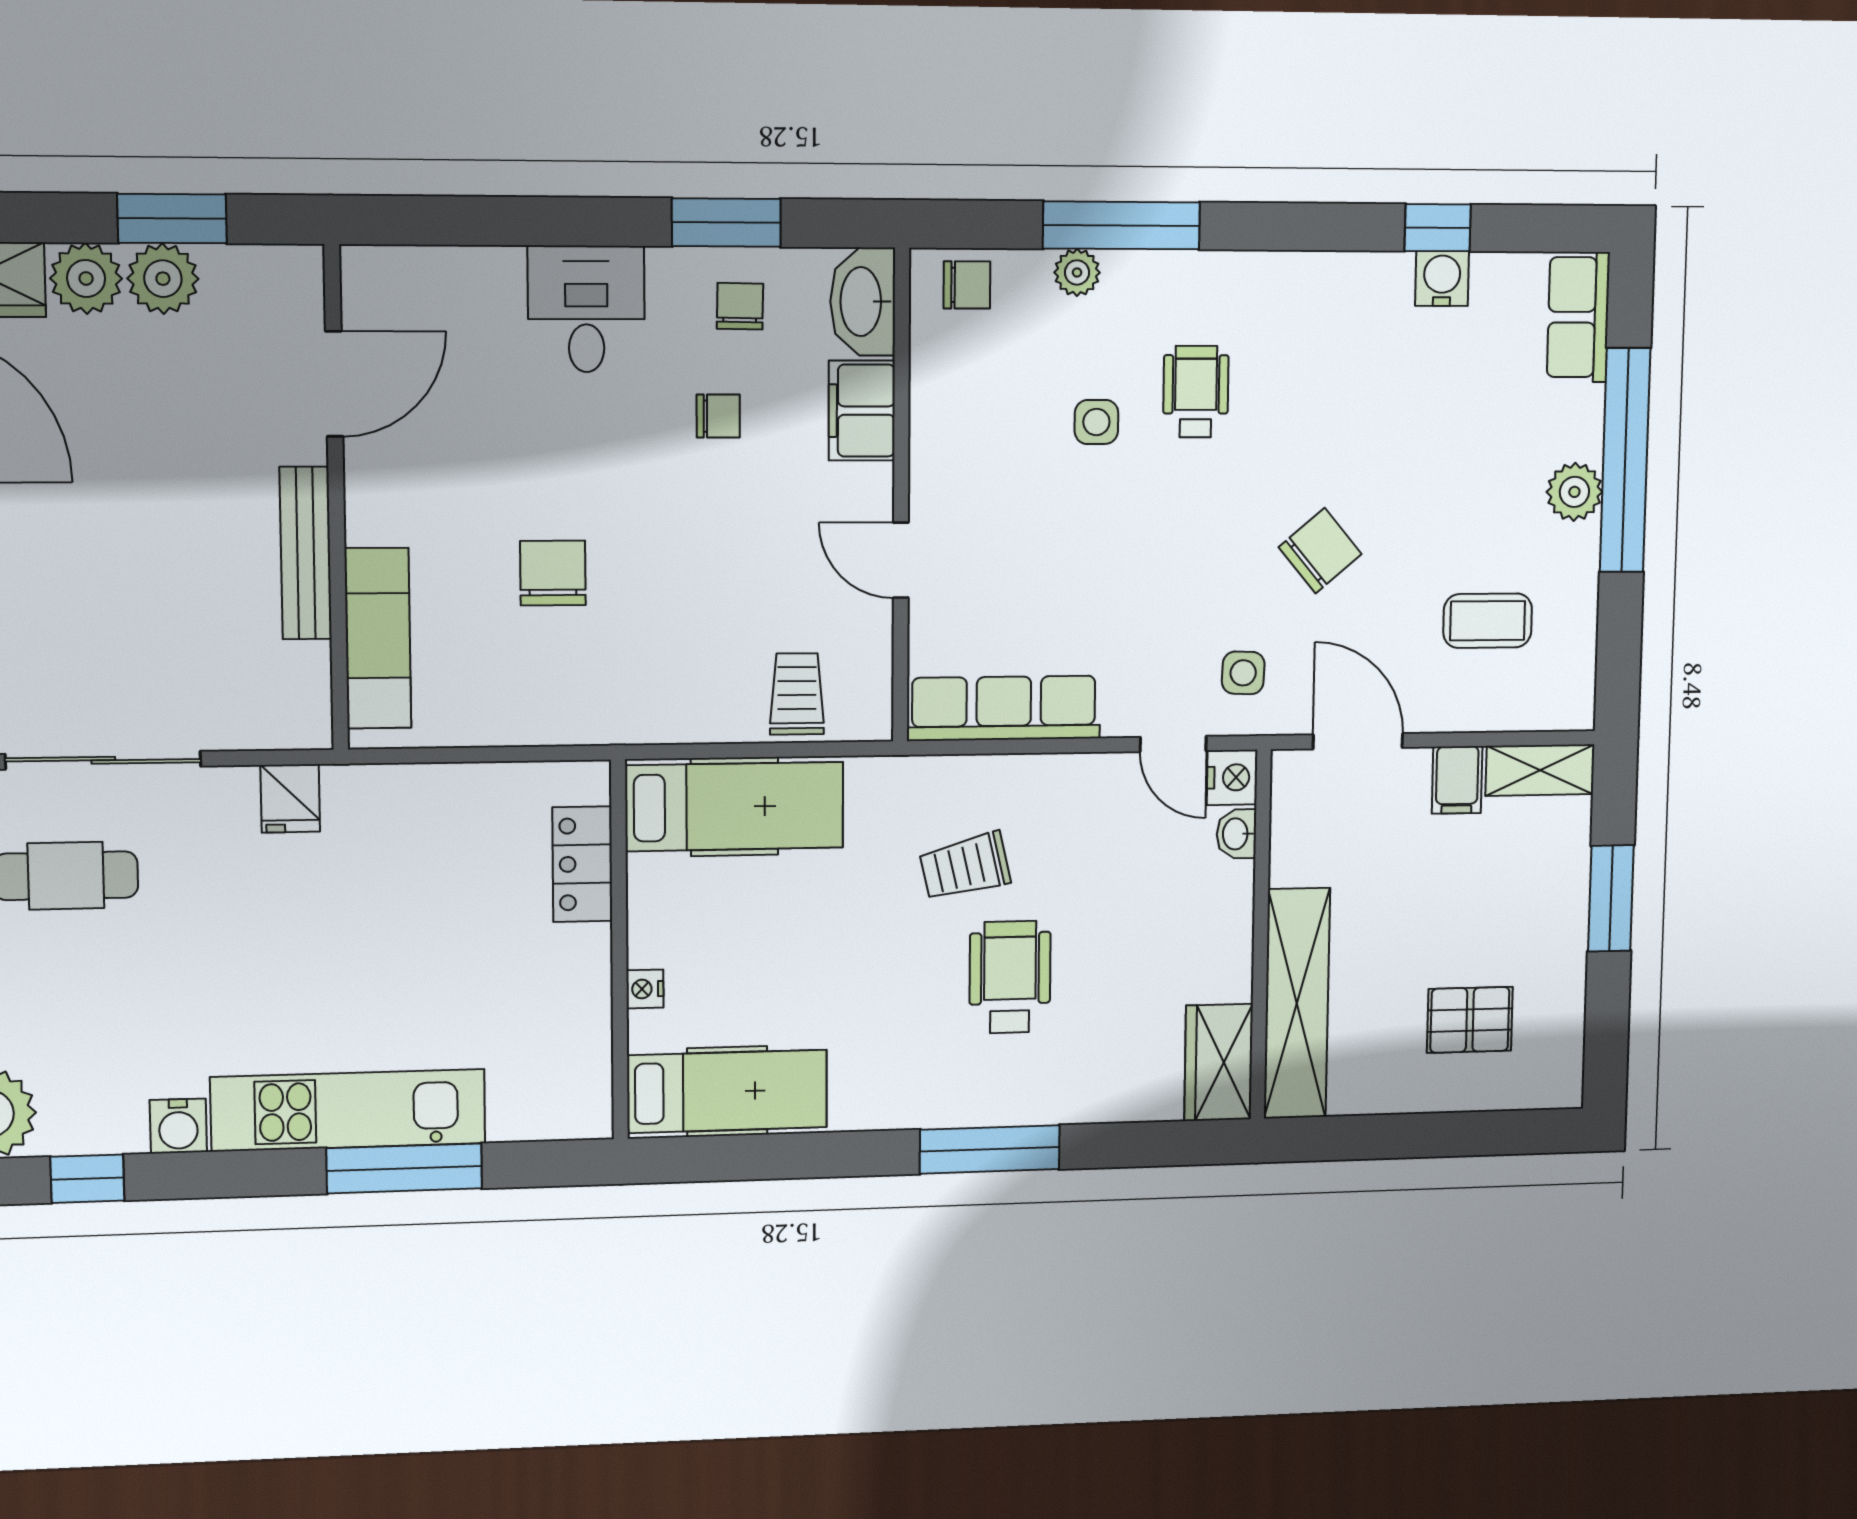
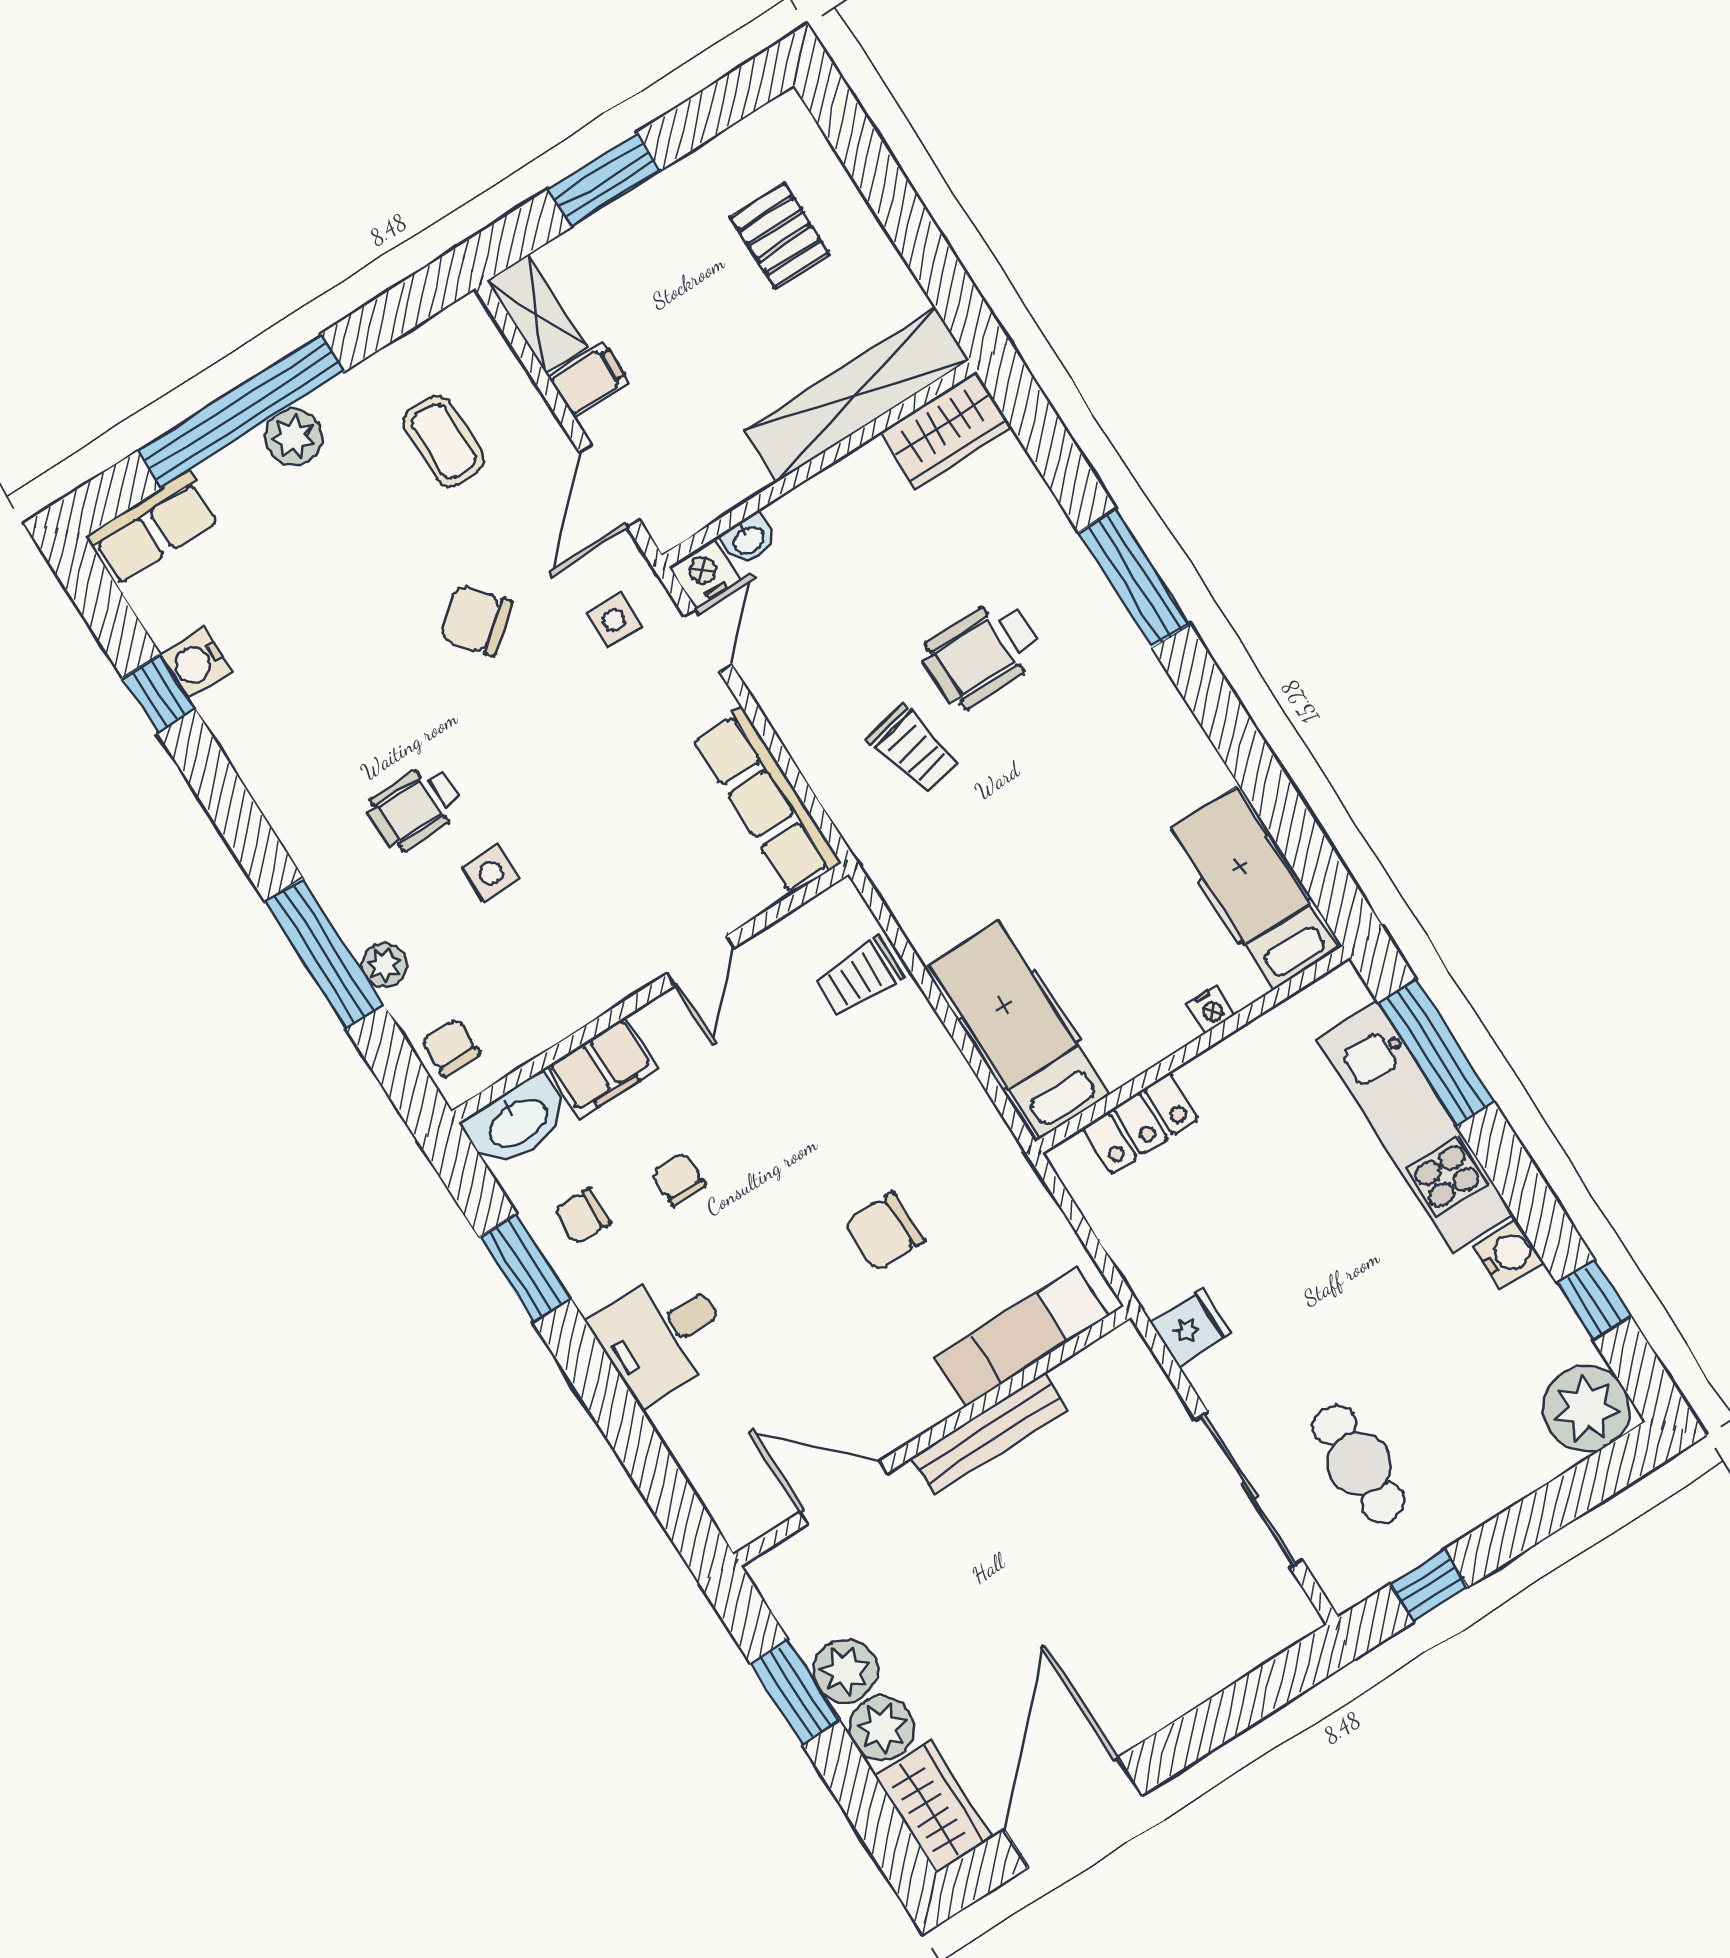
hospital bed: (735, 807) -> (1019, 1030), moved
locker: (582, 864) -> (1140, 1123), moved
wall: (619, 951) -> (1192, 1050), moved
nightstand: (645, 989) -> (1211, 1009), moved
hospital bed: (727, 1091) -> (1255, 889), moved

